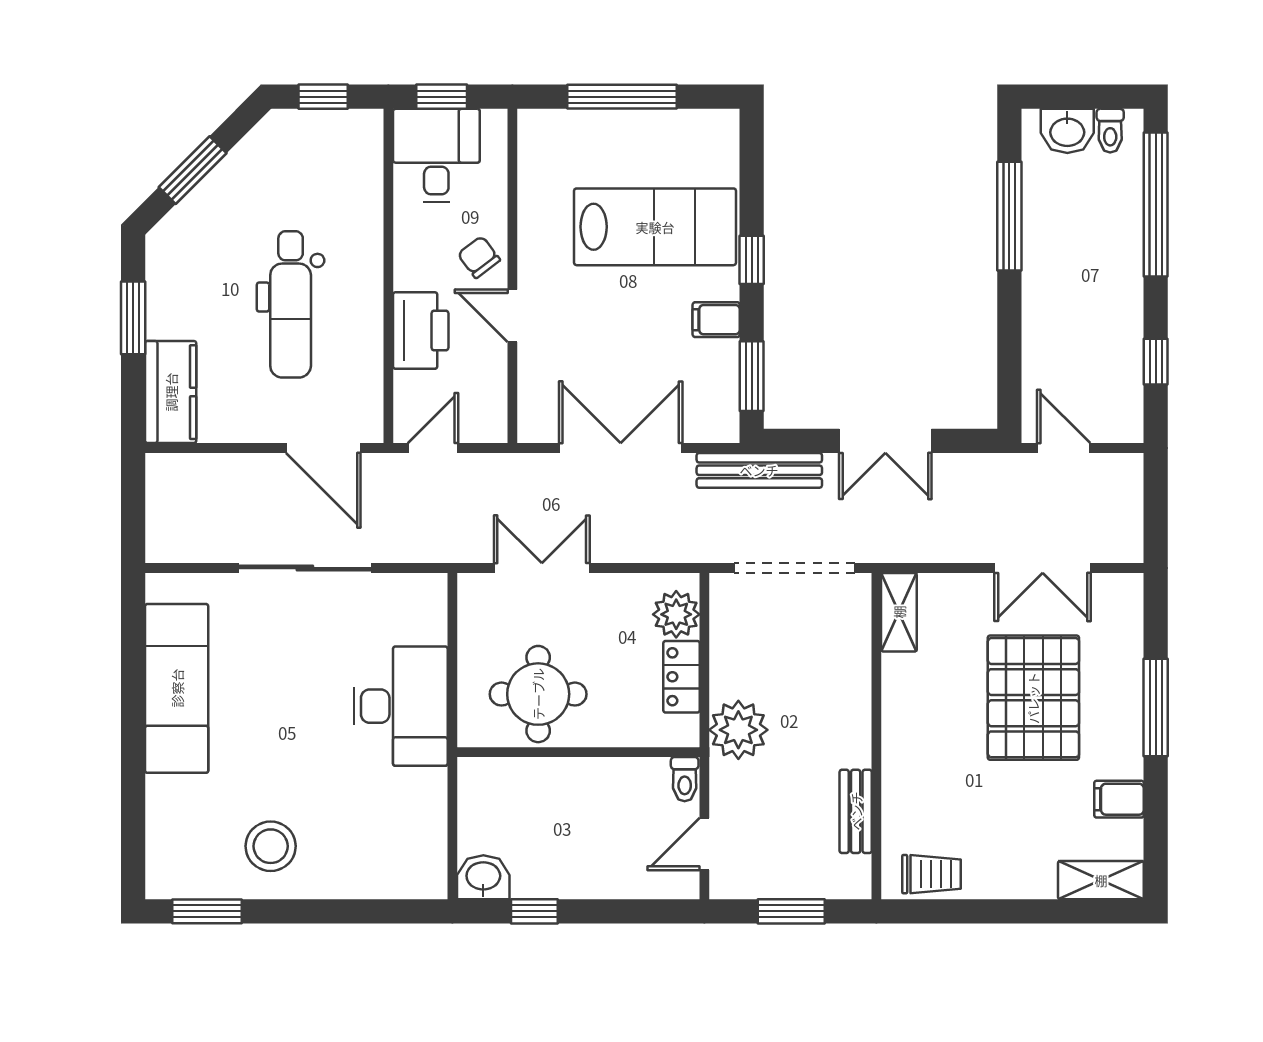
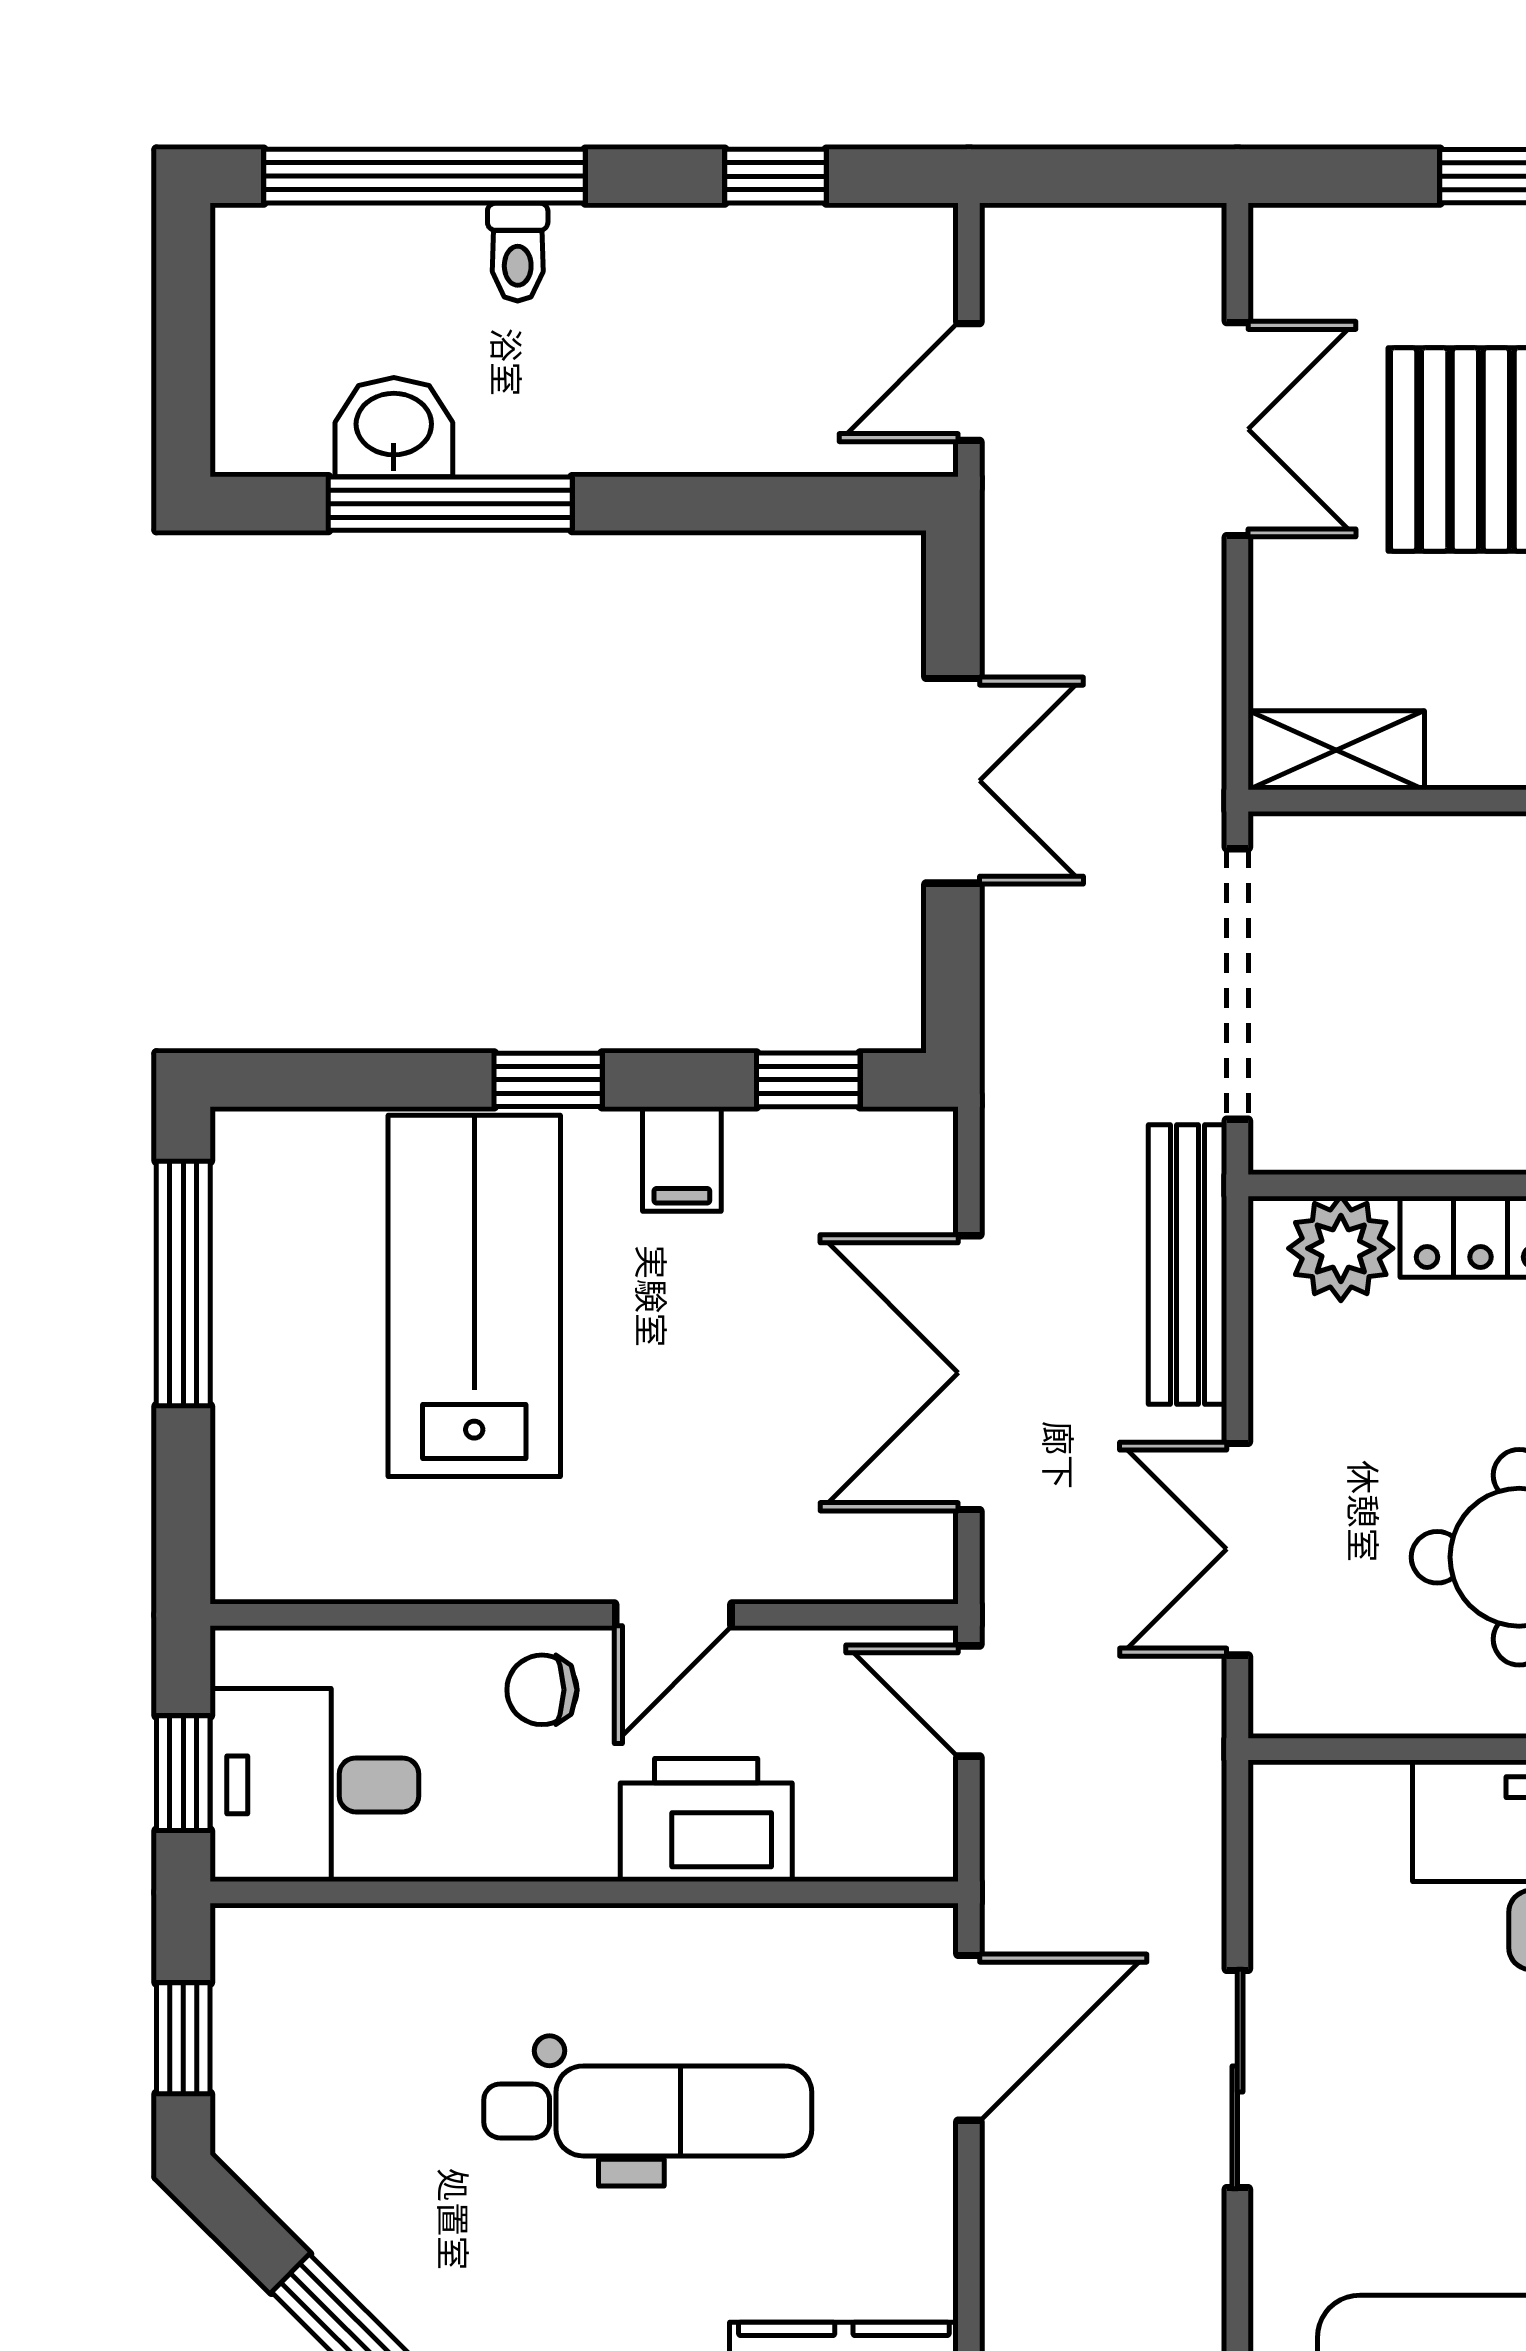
window: (622, 97) -> (183, 1284), moved
washbasin: (1067, 131) -> (394, 427), moved, turned -90
toilet: (1110, 131) -> (518, 252), moved, turned 90
chair: (479, 257) -> (542, 1690), turned 37
window: (752, 376) -> (808, 1080), width x0.67
door: (433, 448) -> (969, 1701), moved
bench: (759, 470) -> (1188, 1264), moved
sliding door: (305, 568) -> (1237, 2079), width x0.73

